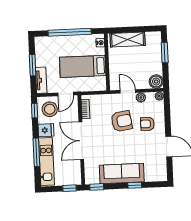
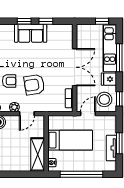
shelving: (128, 40) -> (38, 154), moved, turned 90
tv unit: (41, 80) -> (111, 148), moved
door: (128, 91) -> (27, 114), hinge flipped
sofa: (122, 174) -> (31, 33), width x0.73
window: (97, 187) -> (46, 21), moved
window: (69, 188) -> (102, 21), moved

